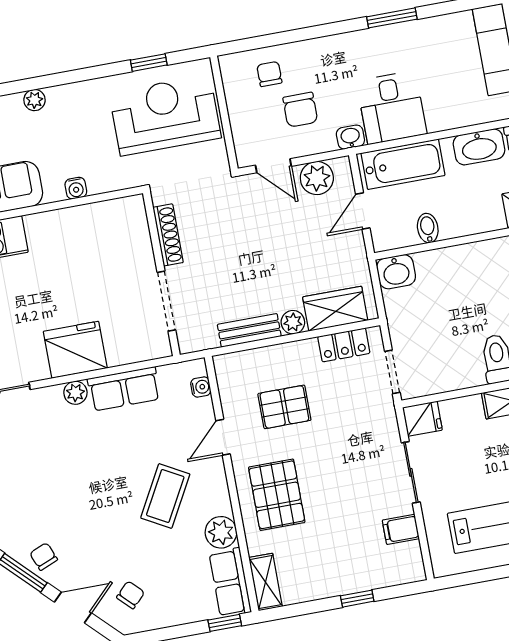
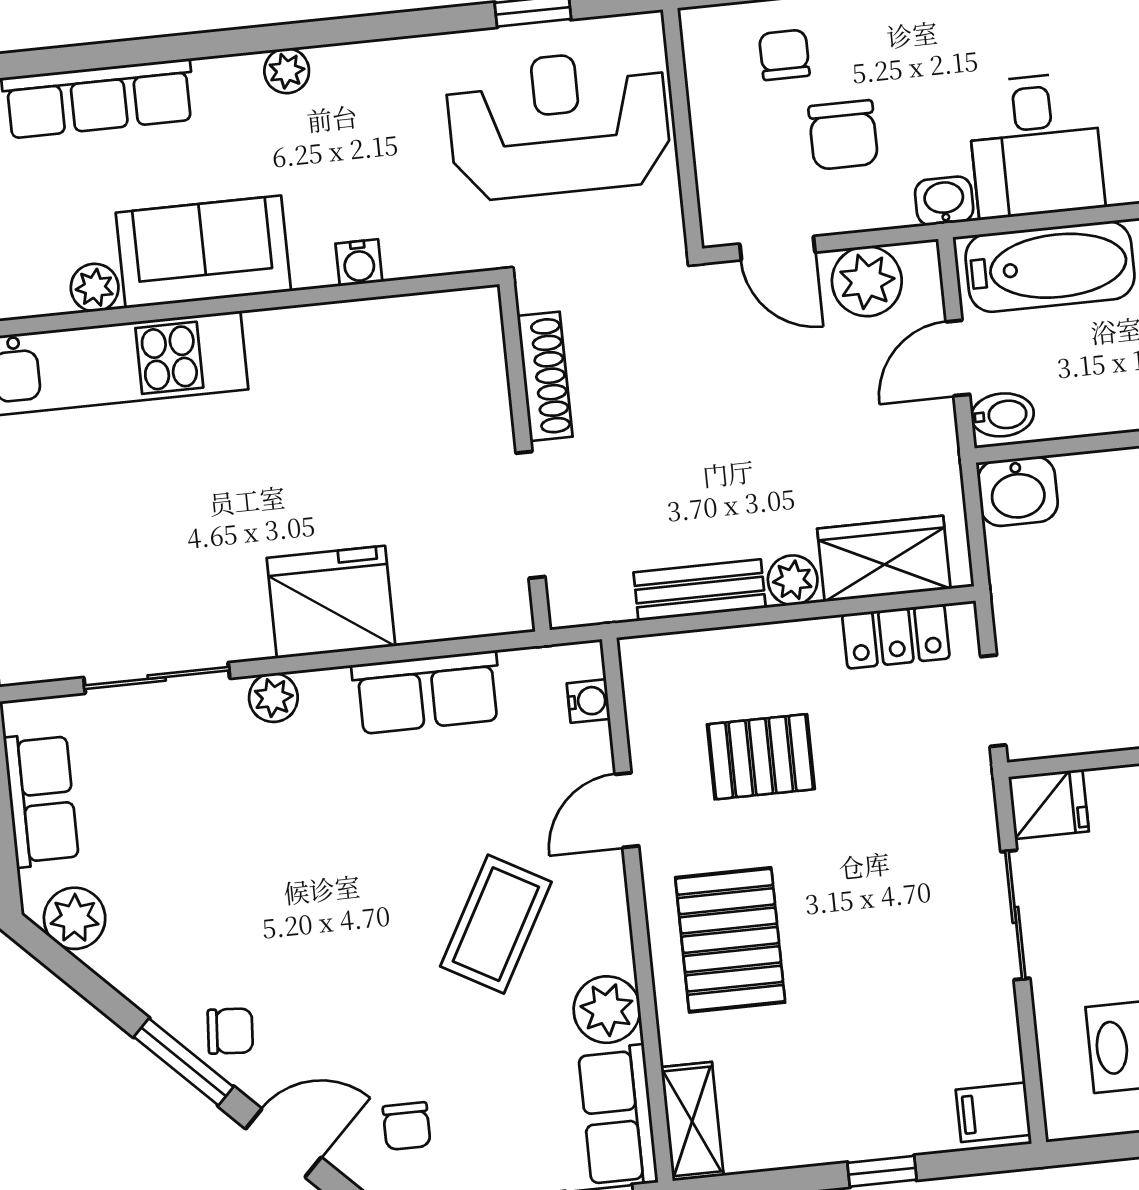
bidet: (428, 228) -> (1003, 415), moved, turned 90
plant: (75, 393) -> (273, 698), moved
filing cabinet: (401, 529) -> (993, 1112), moved
chair: (44, 557) -> (230, 1031), turned 116
chair: (131, 595) -> (407, 1126), turned 135

